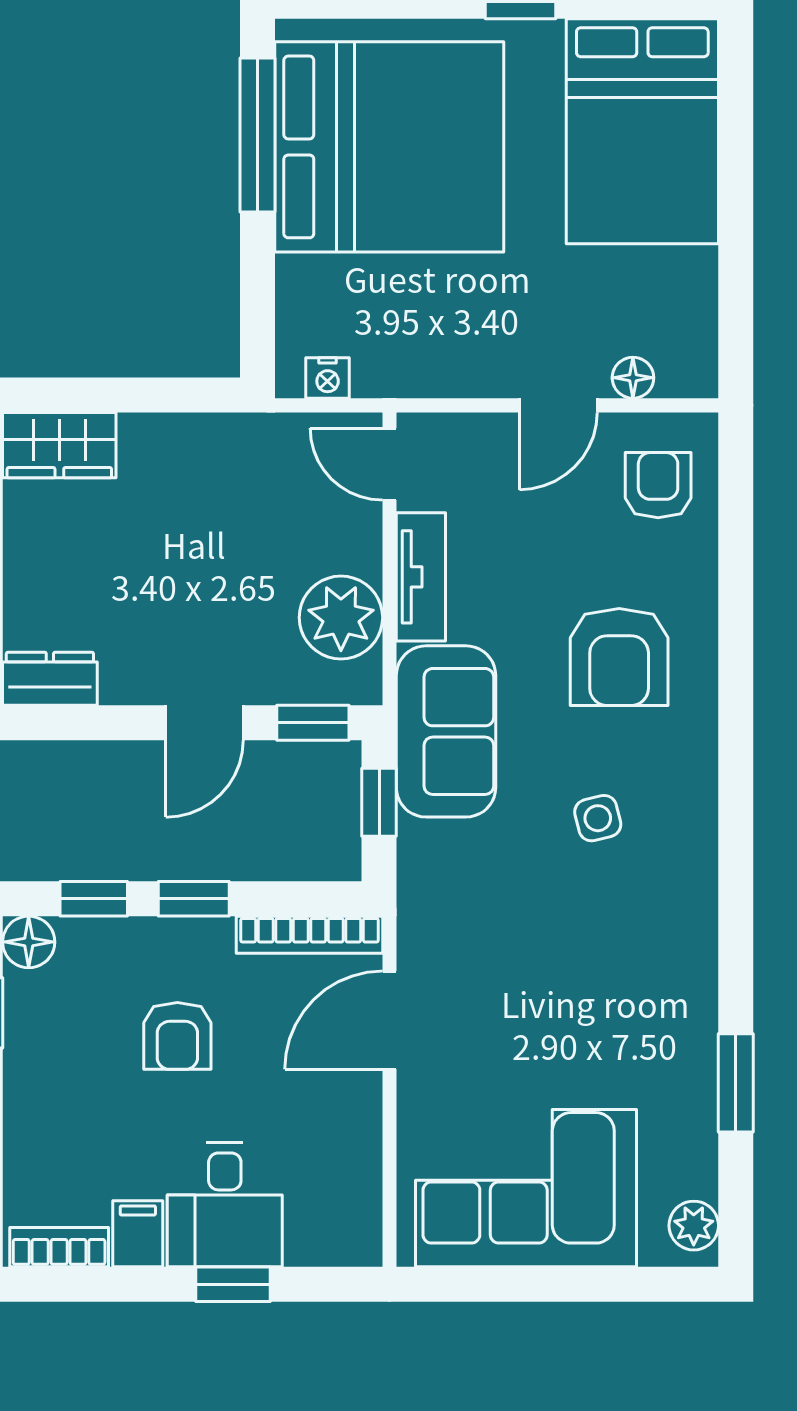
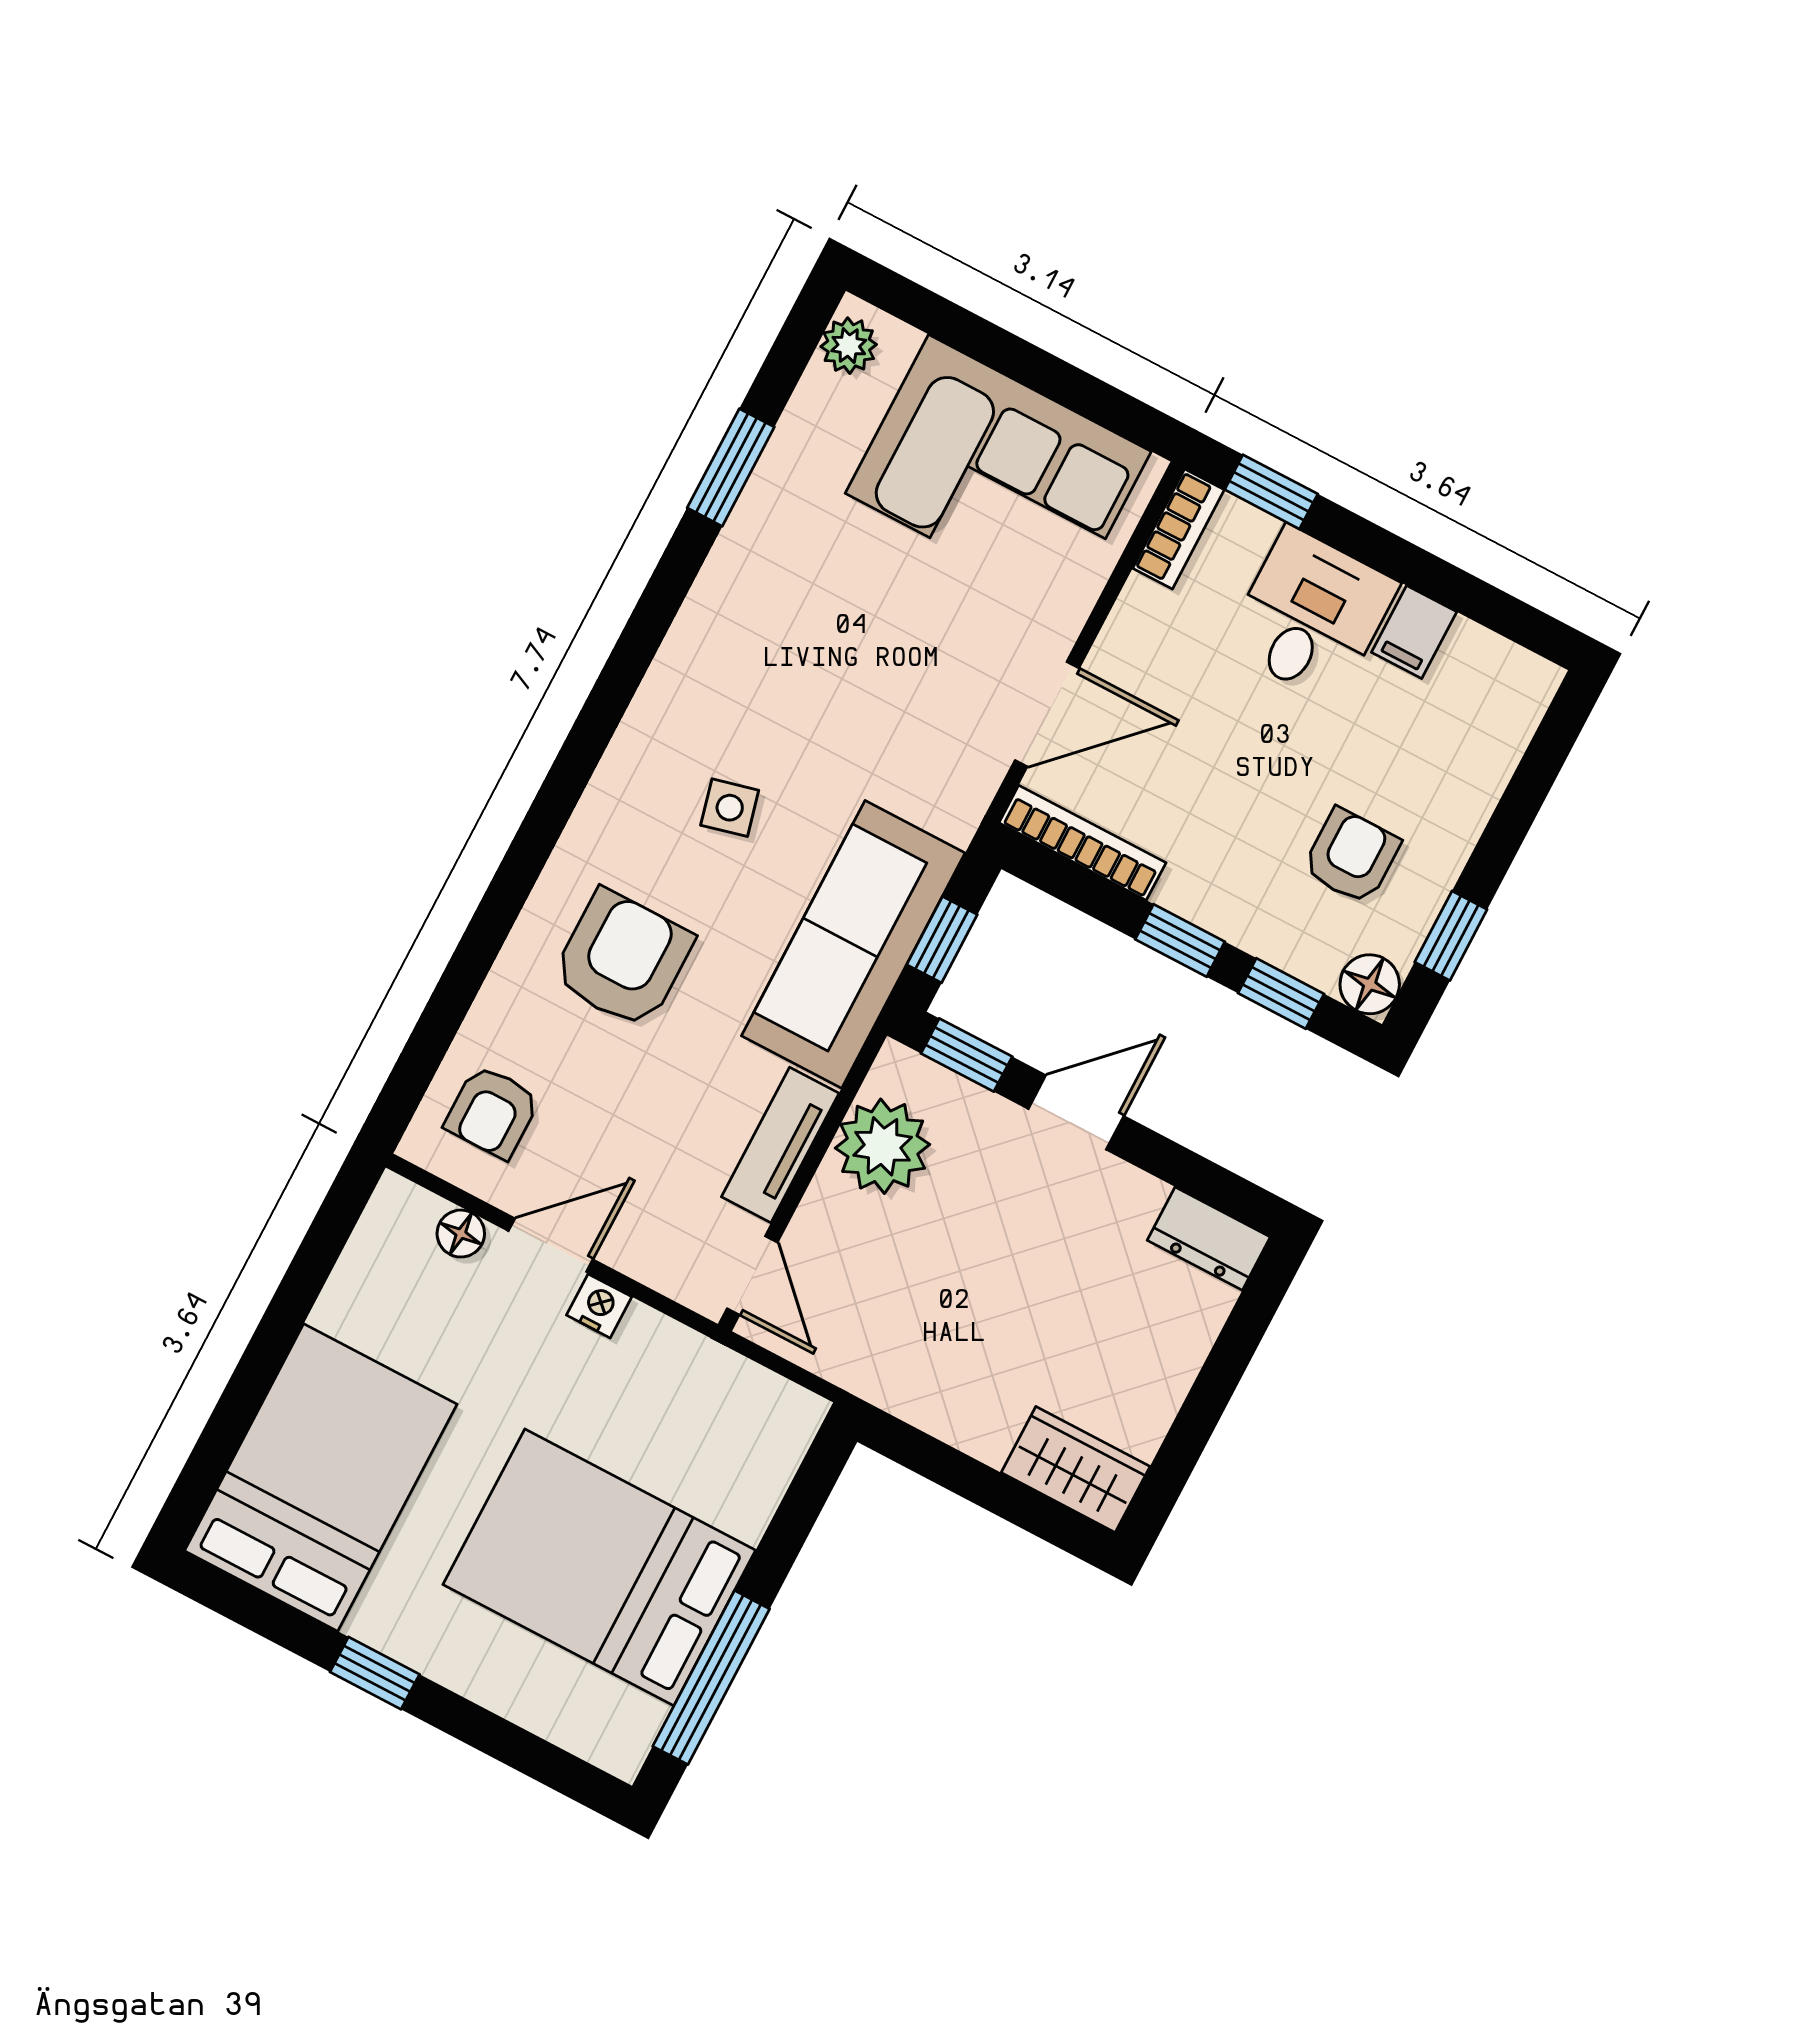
bed: (389, 147) -> (599, 1567), width x0.73
nightstand: (328, 378) -> (599, 1306), moved
sofa: (446, 731) -> (853, 944), width x1.36
armchair: (177, 1036) -> (1351, 856), moved
bookcase: (59, 1247) -> (1179, 529), moved, turned -90
window: (233, 1284) -> (1271, 492), moved

